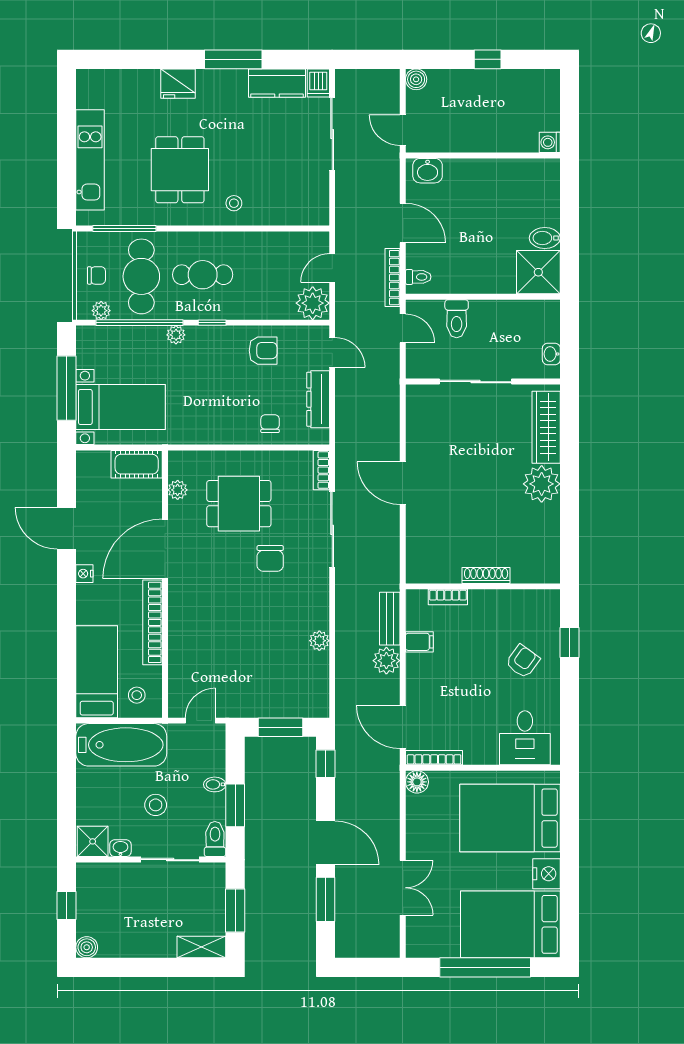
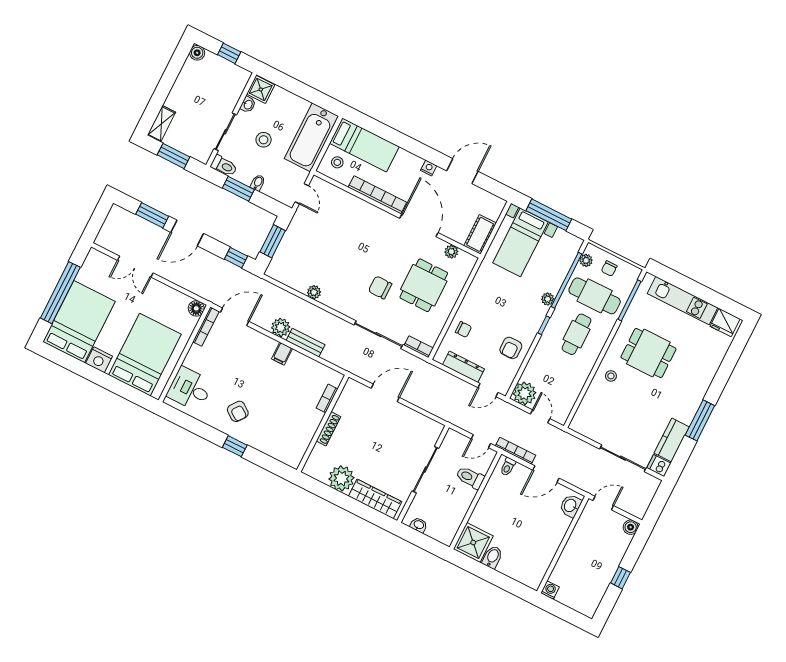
fridge: (178, 84) -> (725, 323), moved, turned -90
shoe rack: (486, 575) -> (328, 429), moved
wall: (483, 586) -> (323, 423), moved
bookcase: (448, 597) -> (327, 398), moved

